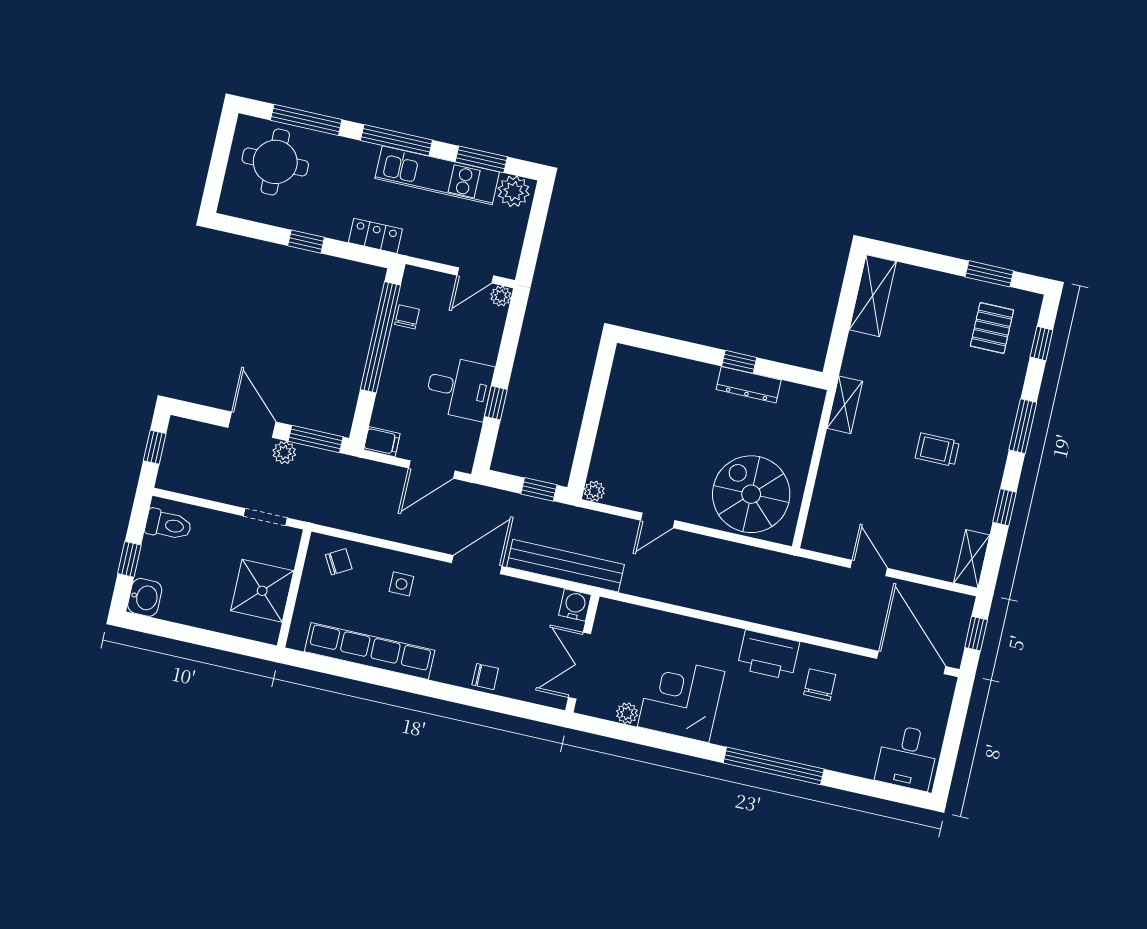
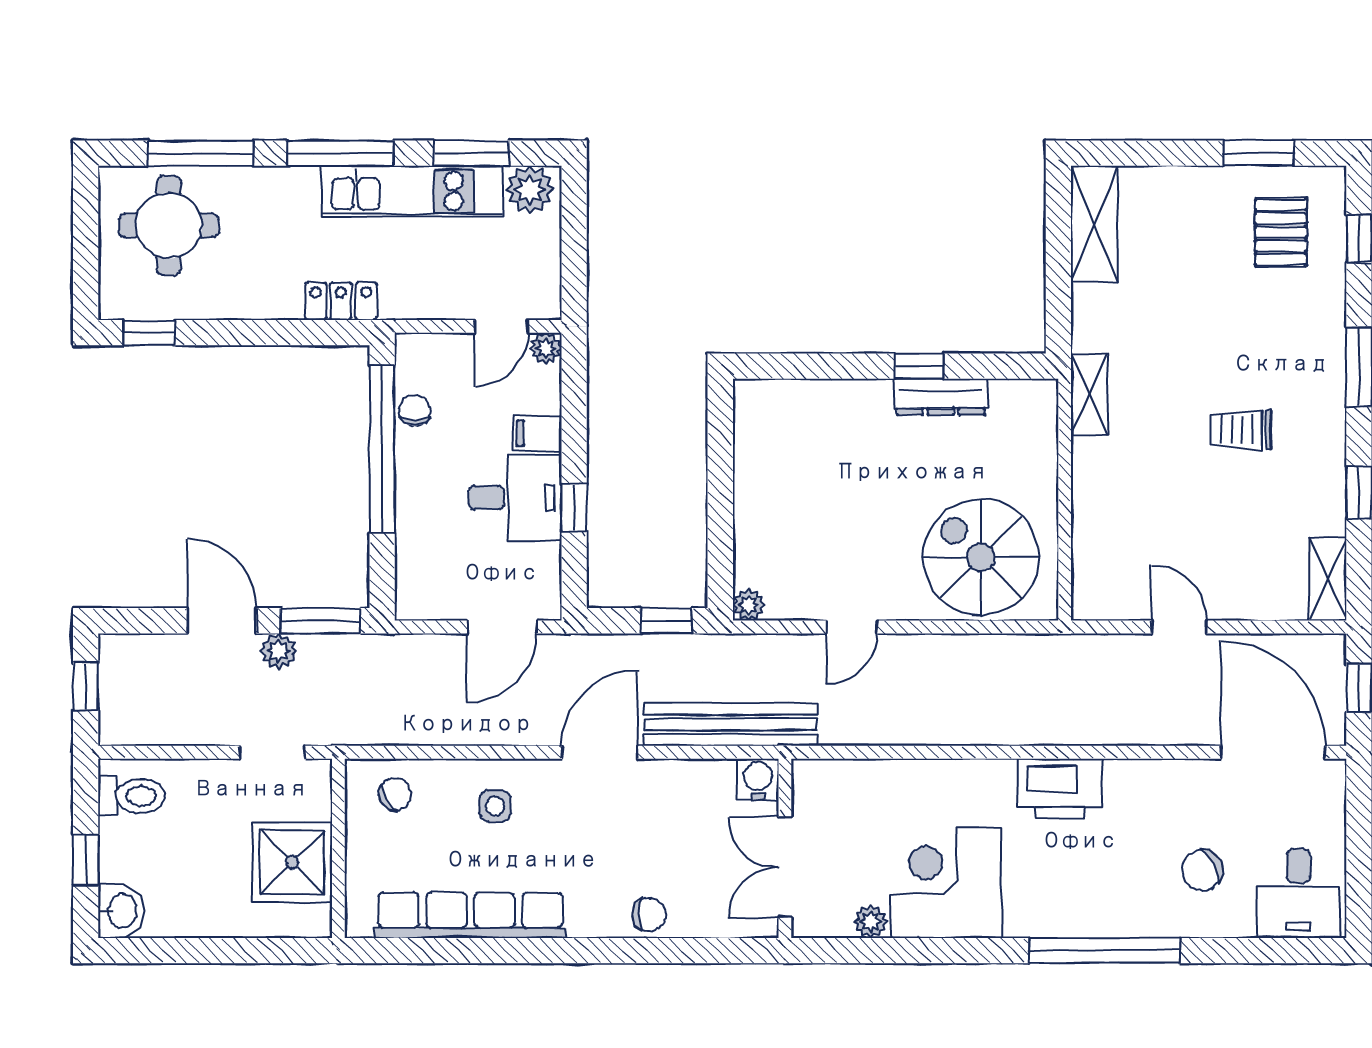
window: (306, 242) -> (149, 333), moved
filing cabinet: (382, 442) -> (537, 433), moved, turned 180
chair: (820, 685) -> (1202, 870), moved, turned -119

